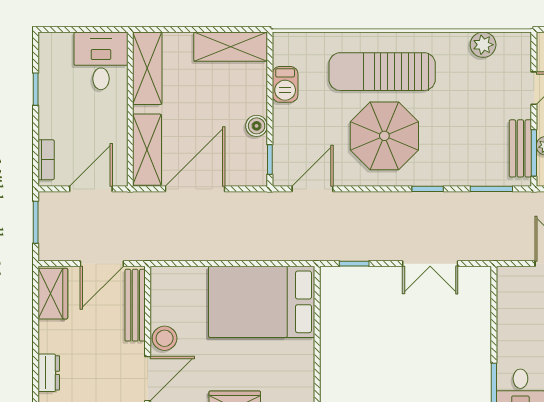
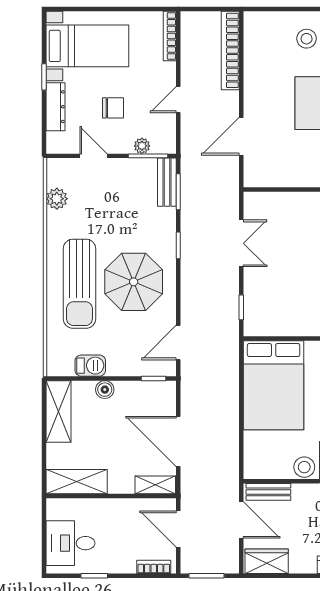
desk: (101, 61) -> (70, 543), moved
boiler: (257, 126) -> (105, 390), moved
bench: (520, 148) -> (167, 182), moved, turned 90
shelving: (147, 150) -> (155, 485), width x0.67, depth x0.75
door: (312, 189) -> (178, 342), hinge flipped
bench: (135, 305) -> (268, 492), width x0.73

